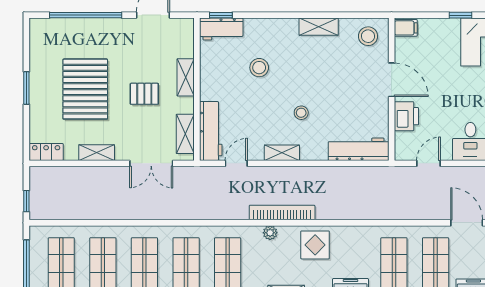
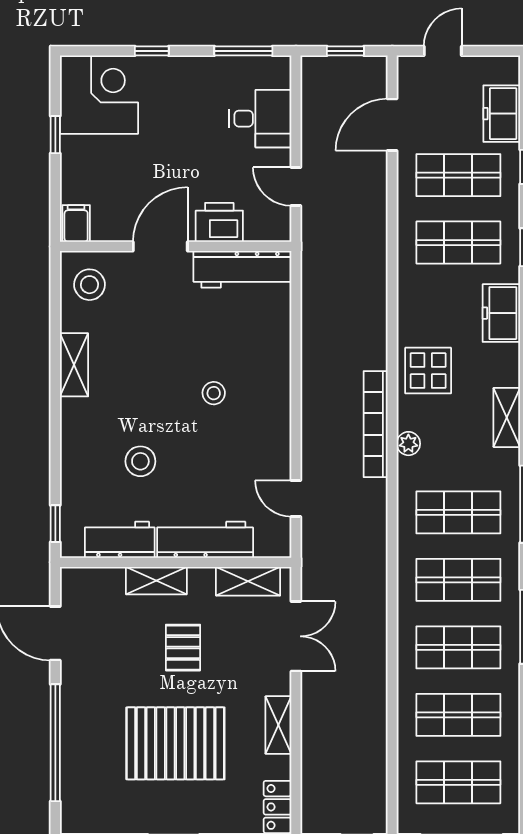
workbench: (221, 29) -> (120, 540), moved, turned -90
workbench: (211, 131) -> (205, 540), moved
workbench: (359, 149) -> (242, 269), moved, turned -90
shelving: (282, 153) -> (279, 424), removed

